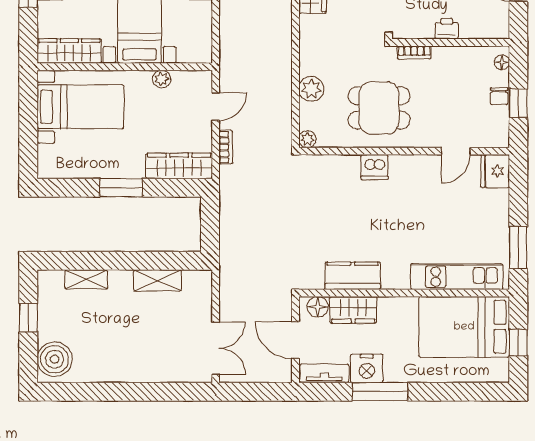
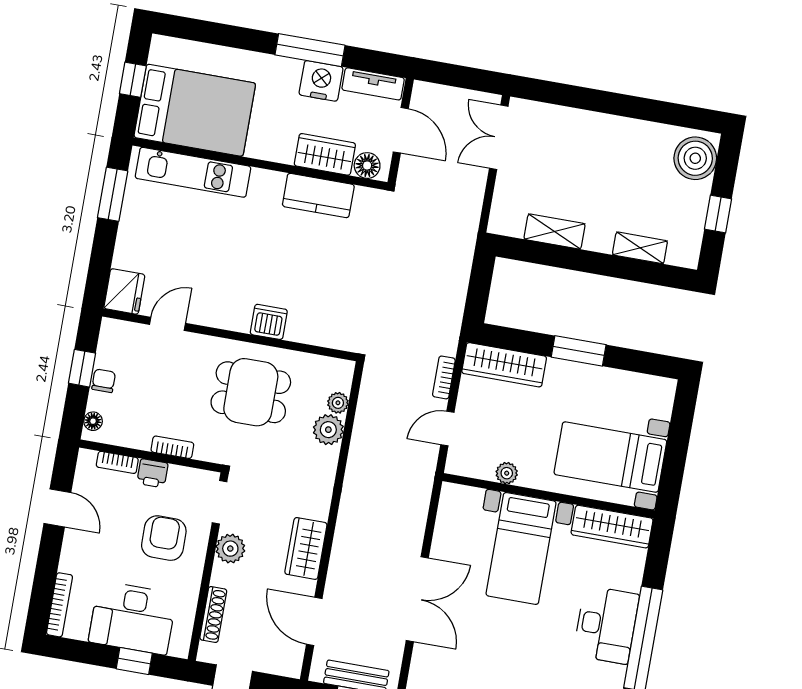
bookcase: (477, 32) -> (117, 462), added
bookcase: (414, 52) -> (172, 447), moved
plant: (307, 139) -> (338, 403), moved

